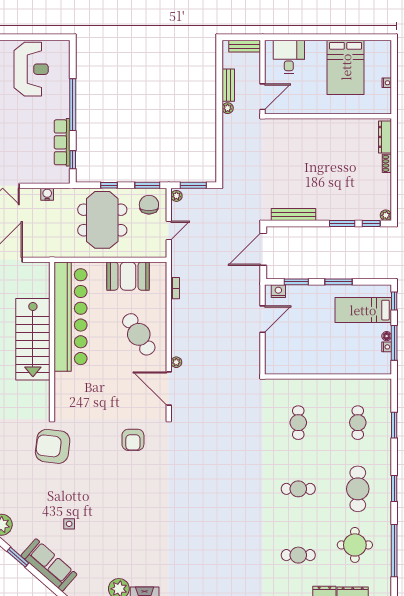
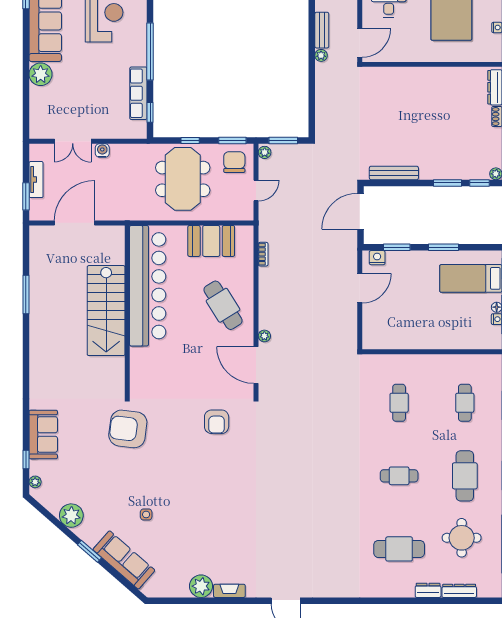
water cooler: (47, 194) -> (102, 151), moved
cafe table: (298, 555) -> (399, 549), width x1.37, depth x1.35

